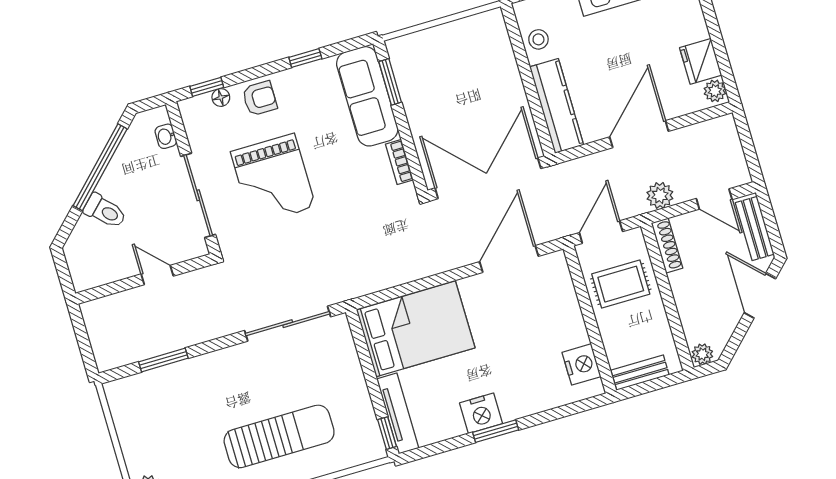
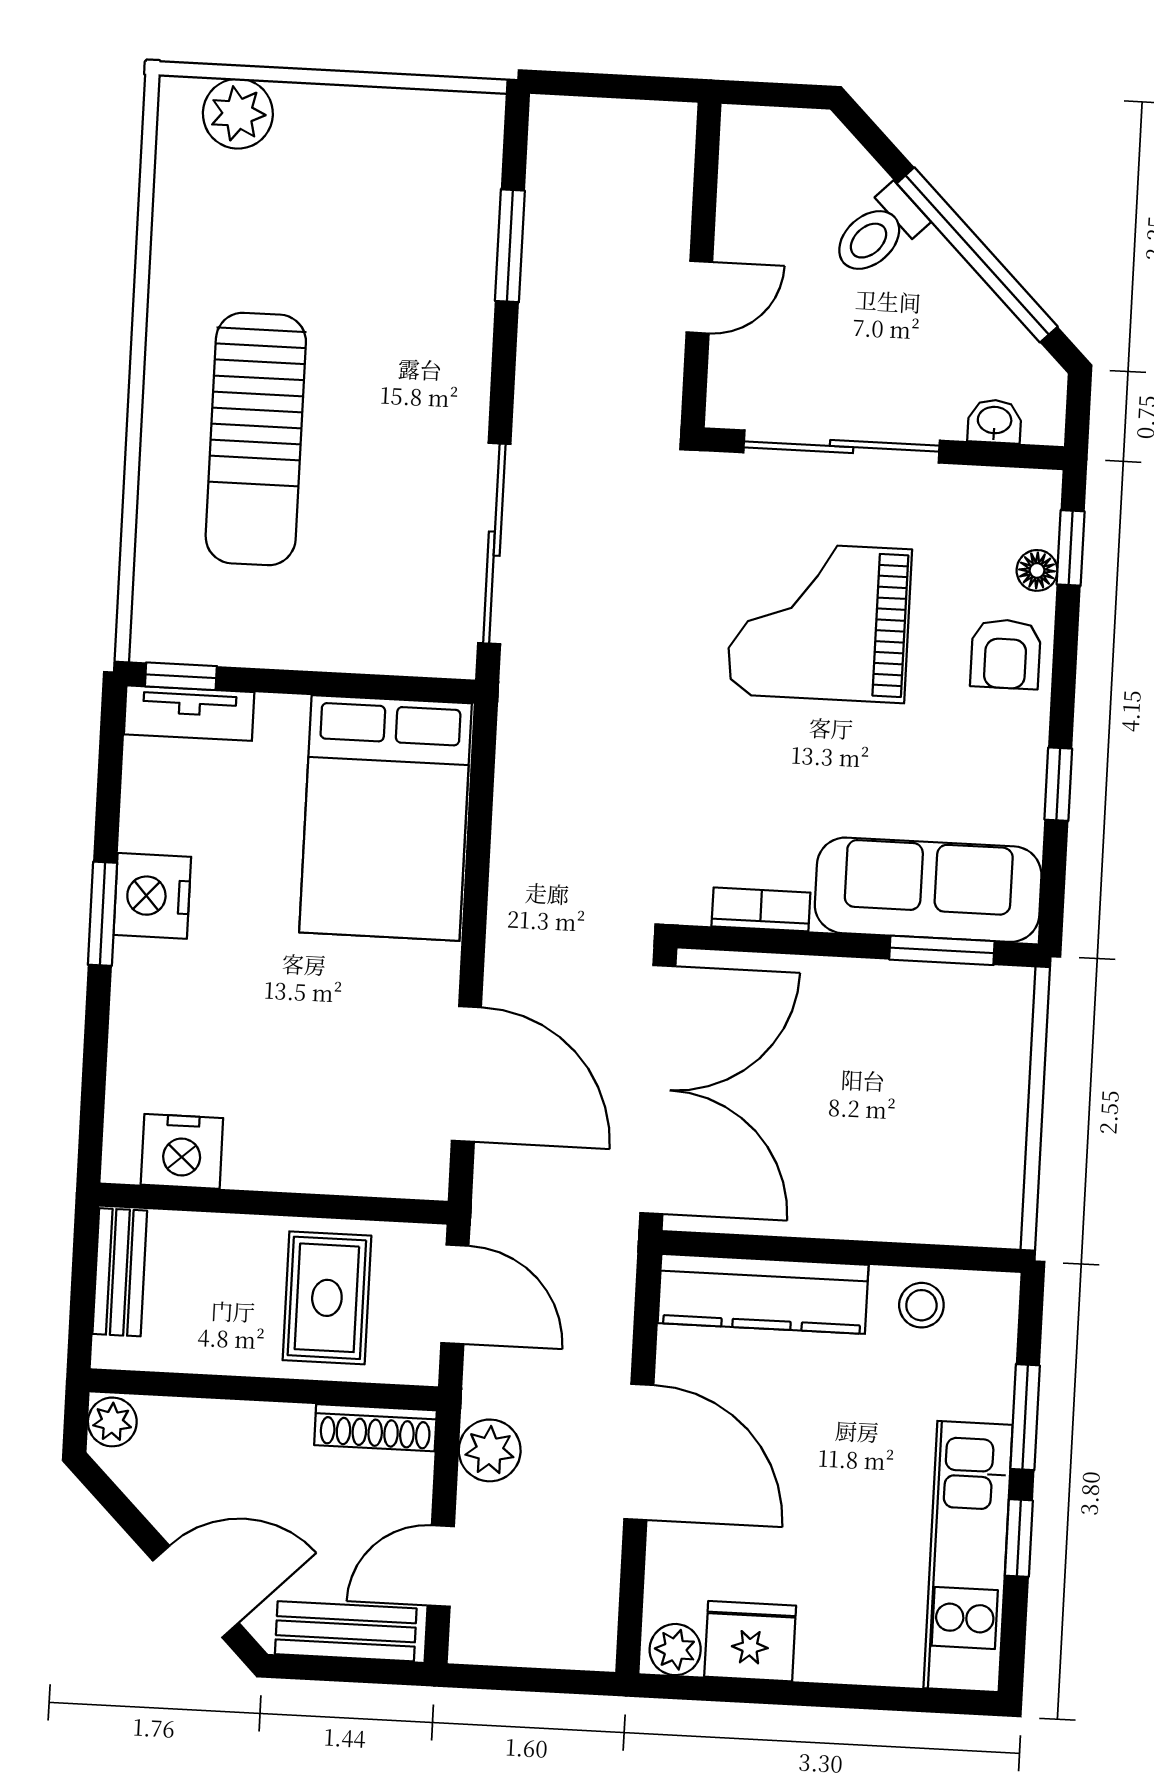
tv unit: (398, 413) -> (189, 713), width x0.71

